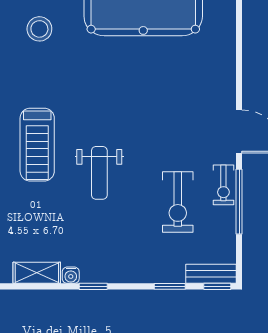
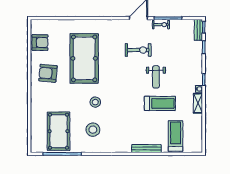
treadmill: (37, 145) -> (160, 103), moved
weight bench: (99, 173) -> (156, 77), turned 90
exercise bike: (178, 202) -> (138, 50), moved

